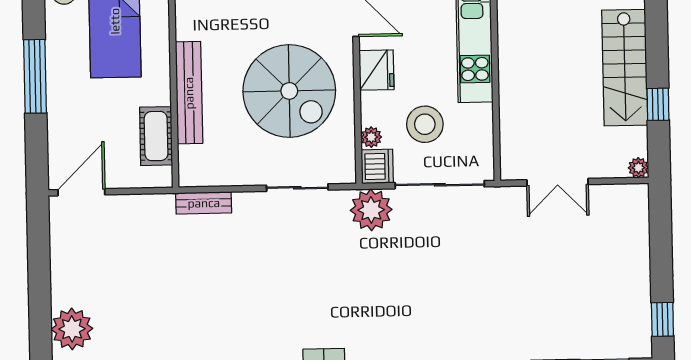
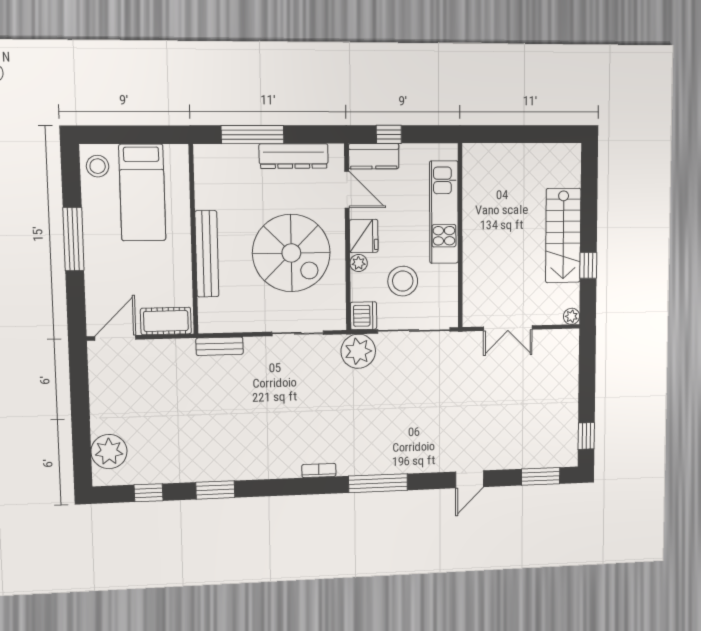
cot: (156, 136) -> (166, 321), moved, turned 90
plant: (371, 137) -> (359, 263), moved

